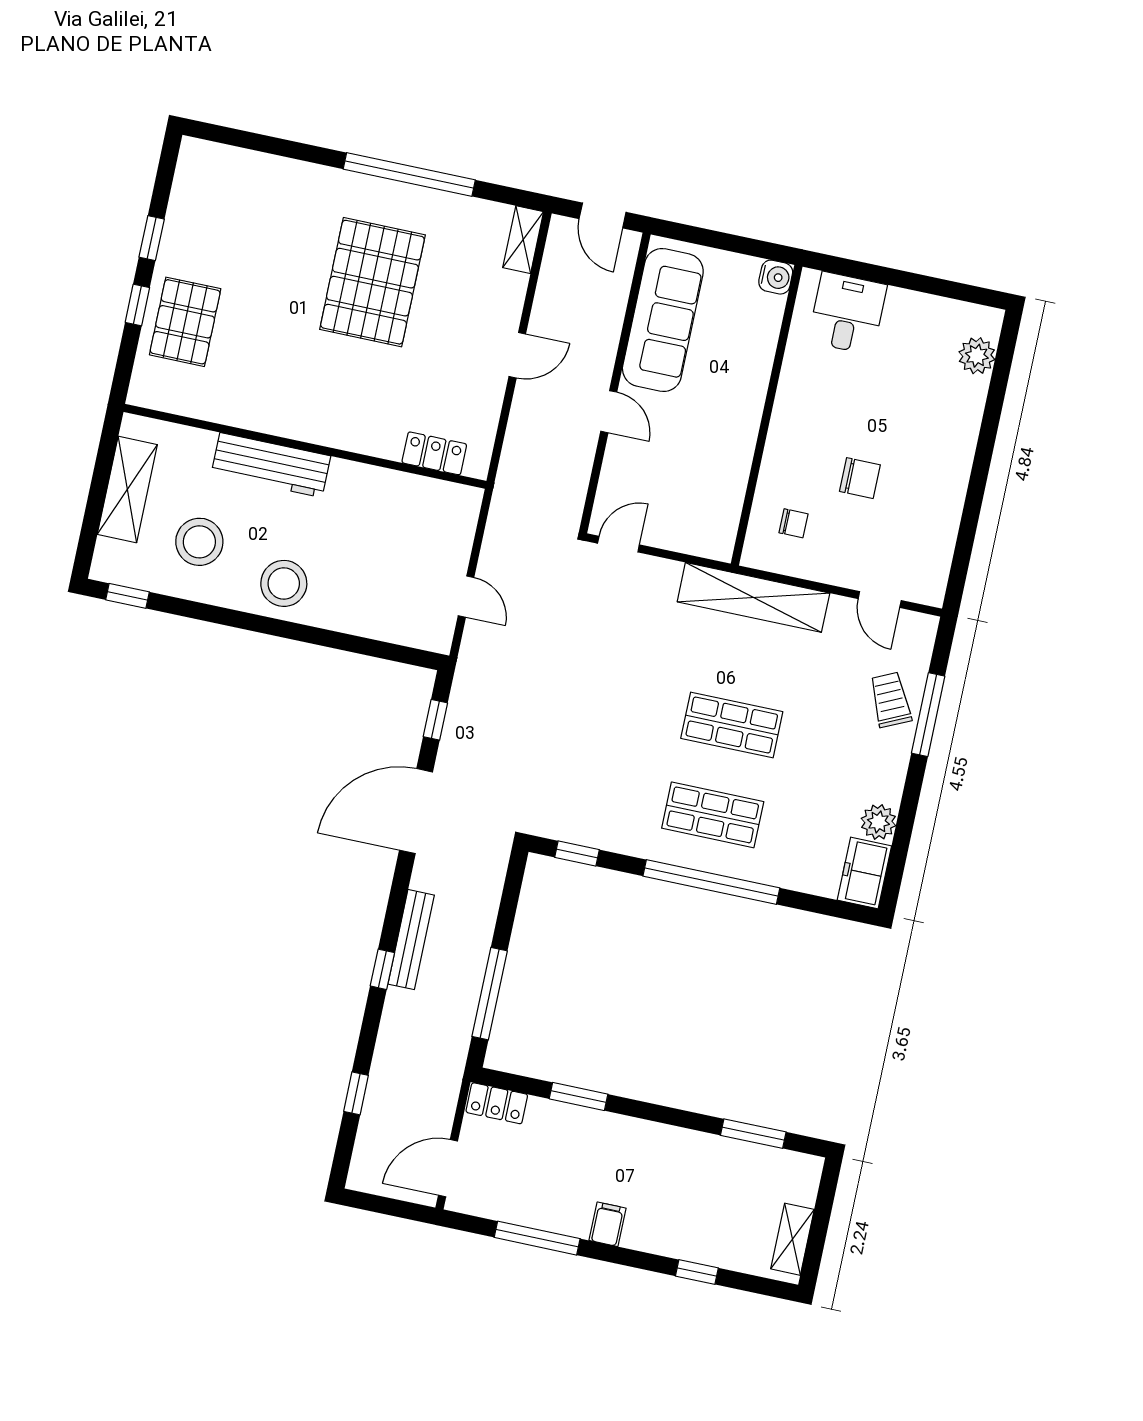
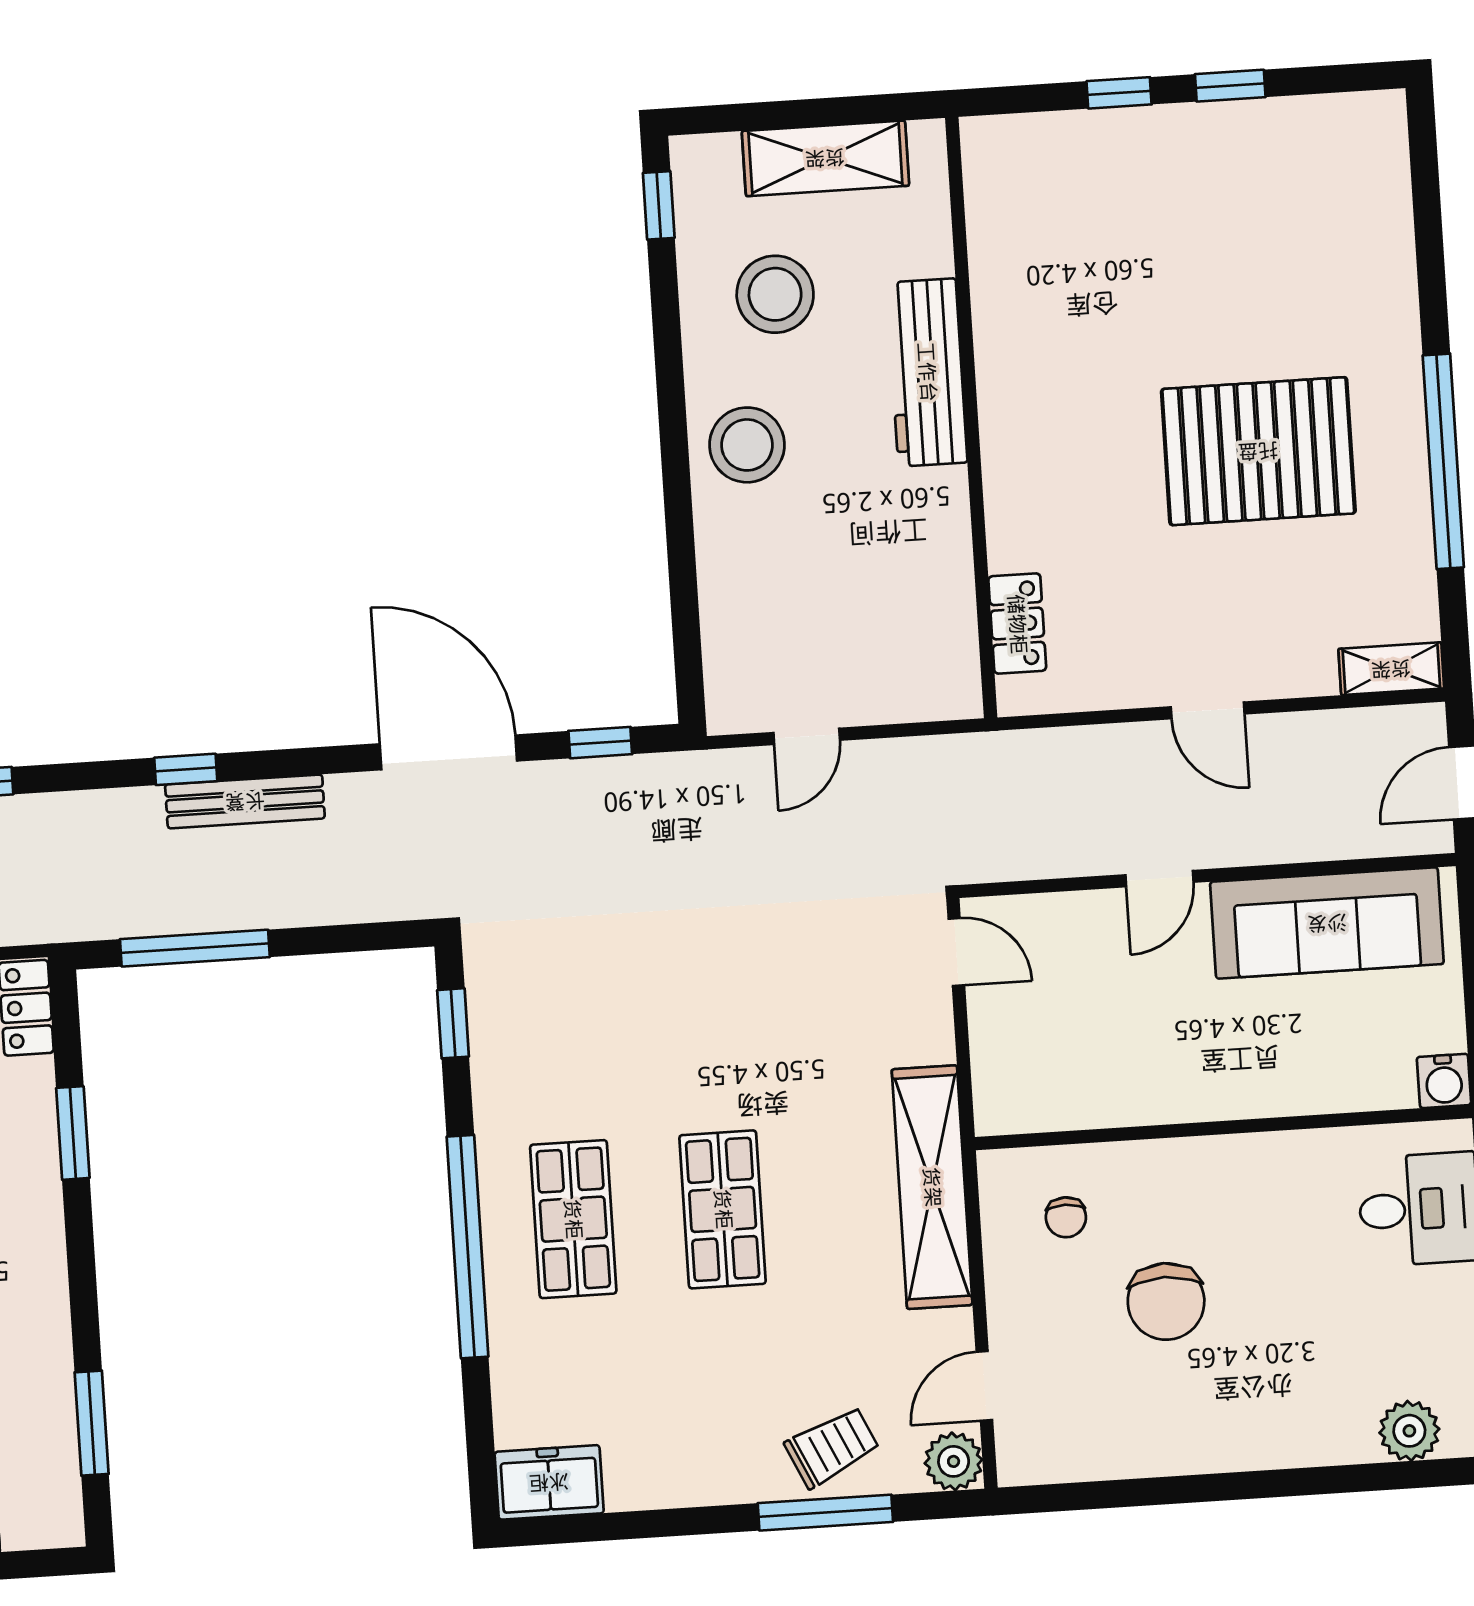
pallet: (185, 322) -> (1114, 175), removed
chair: (860, 478) -> (1166, 1301), width x1.37, depth x1.37
plant: (878, 822) -> (954, 1461), moved

